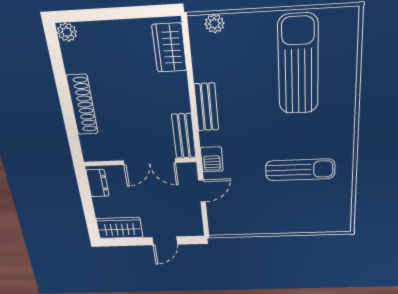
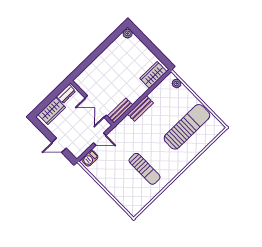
shoe rack: (82, 105) -> (100, 61), removed
barbecue: (212, 159) -> (90, 158), moved
wardrobe: (119, 228) -> (52, 111), moved, turned 90

